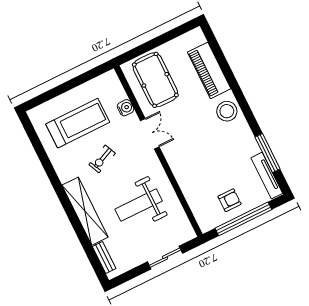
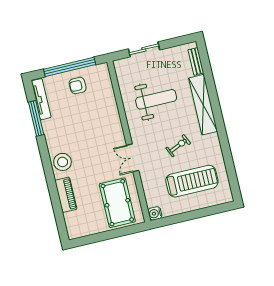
piano: (209, 70) -> (66, 195), width x0.73, depth x0.75
water cooler: (126, 108) -> (155, 213), moved
treadmill: (78, 123) -> (192, 181), turned 180

